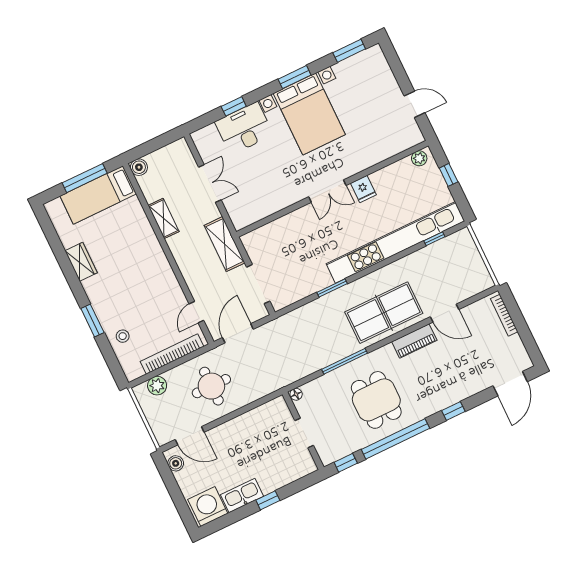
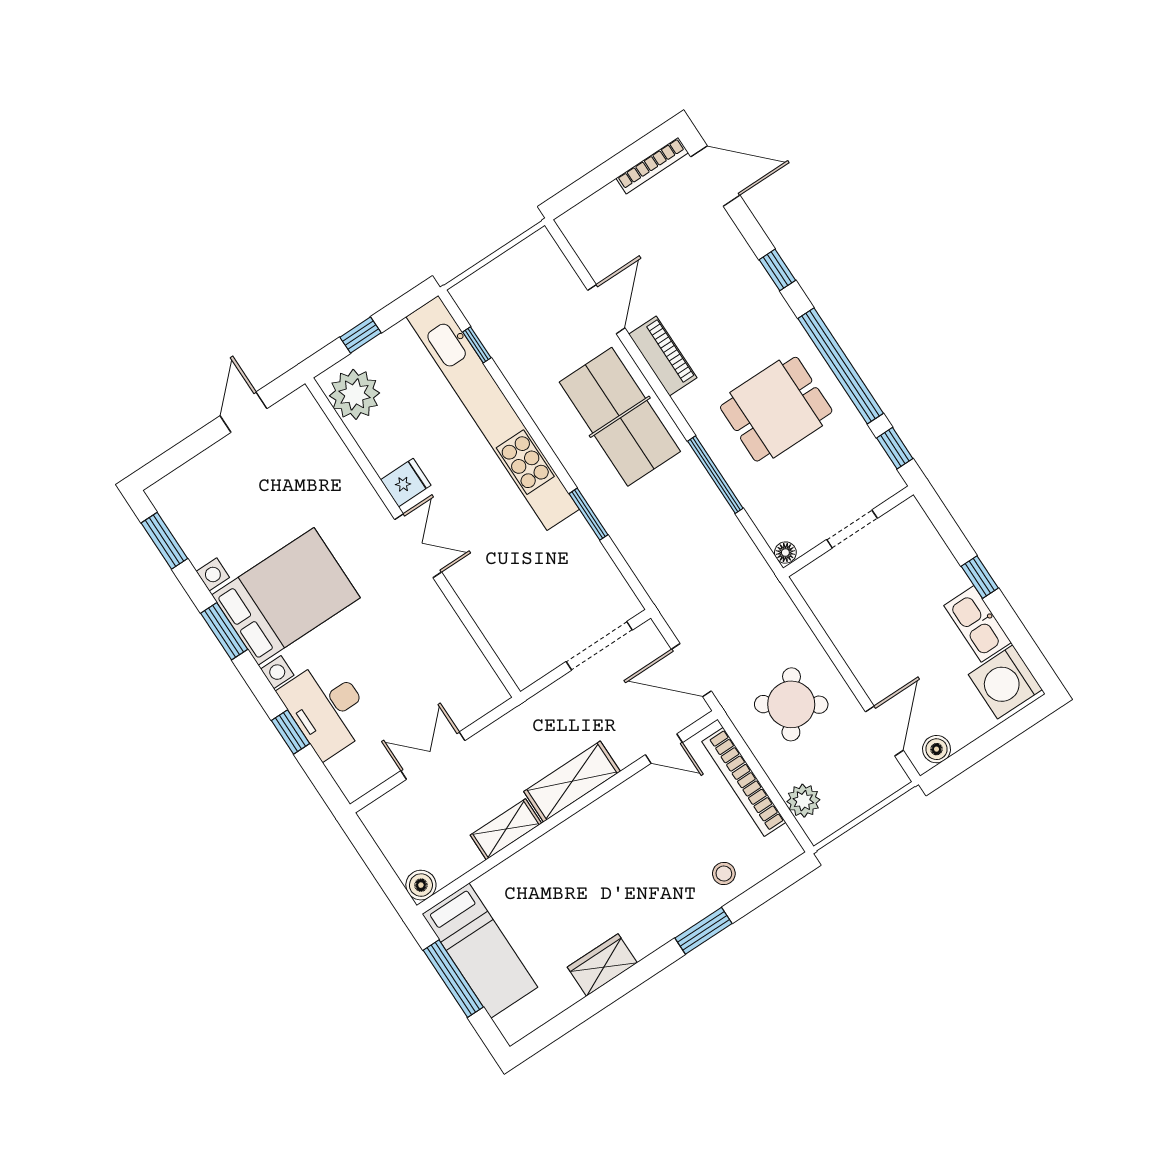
plant: (419, 158) -> (355, 394), width x1.87, depth x1.87
shelving: (225, 244) -> (572, 781), moved
bookcase: (504, 315) -> (652, 166), moved
round table: (211, 386) -> (791, 704), turned 34

